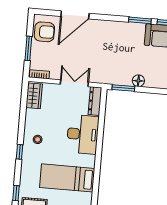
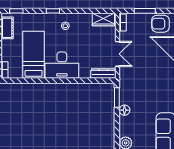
armchair: (44, 32) -> (160, 24), turned 90
desk: (83, 134) -> (62, 65), moved

